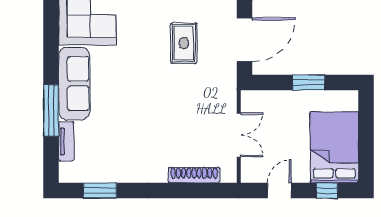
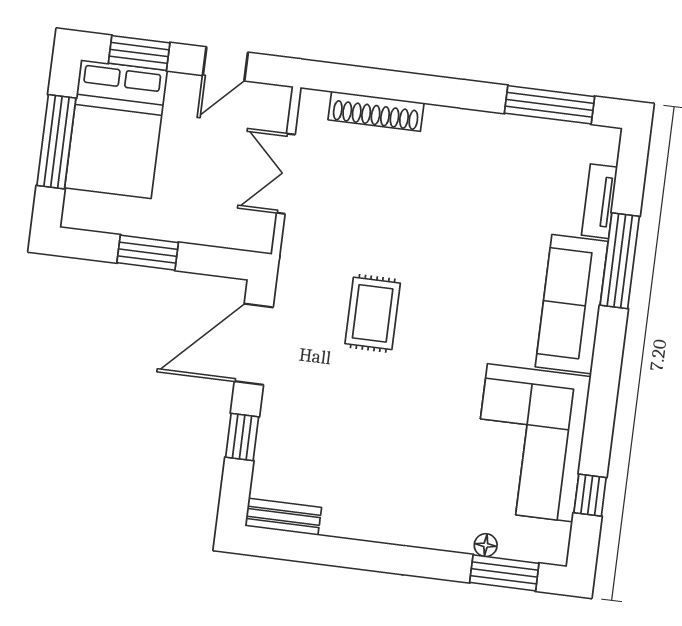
rug: (184, 43) -> (373, 313), moved
window: (366, 136) -> (56, 142), added
window: (100, 191) -> (550, 105), width x1.44
window: (327, 191) -> (139, 53), width x1.50

